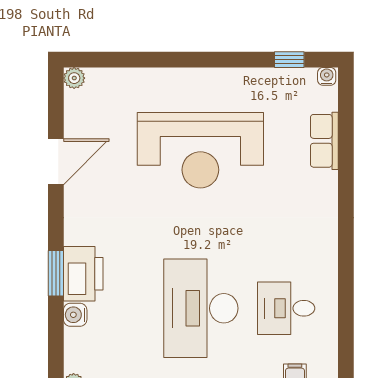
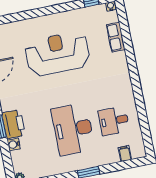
reception desk: (200, 150) -> (57, 54), turned 180

